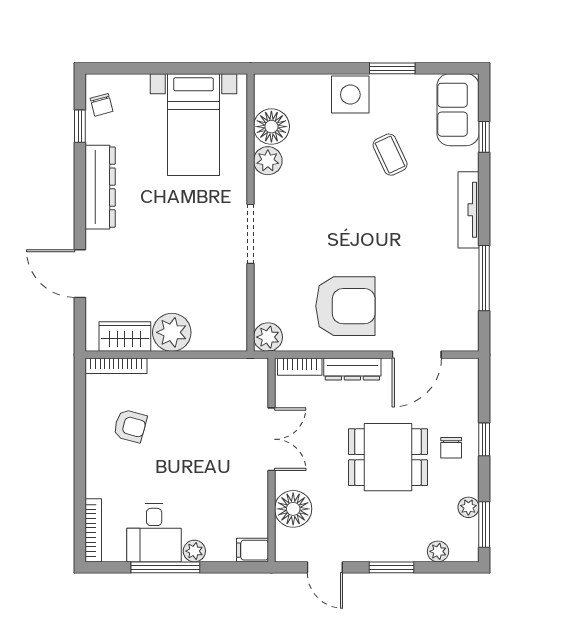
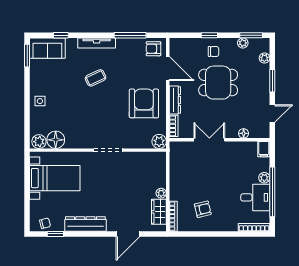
window: (392, 68) -> (27, 56), moved
side table: (350, 95) -> (40, 101), width x0.54, depth x0.54
coffee table: (390, 155) -> (96, 78), moved
plant: (268, 161) -> (39, 142), moved
armchair: (457, 325) -> (153, 49), added
plant: (172, 332) -> (161, 193), width x0.53, depth x0.53
armchair: (130, 426) -> (203, 209), turned 61
dining table: (388, 457) -> (218, 83), turned 90
floor lamp: (293, 509) -> (244, 133), width x0.53, depth x0.53
window: (165, 567) -> (272, 192), width x1.46

